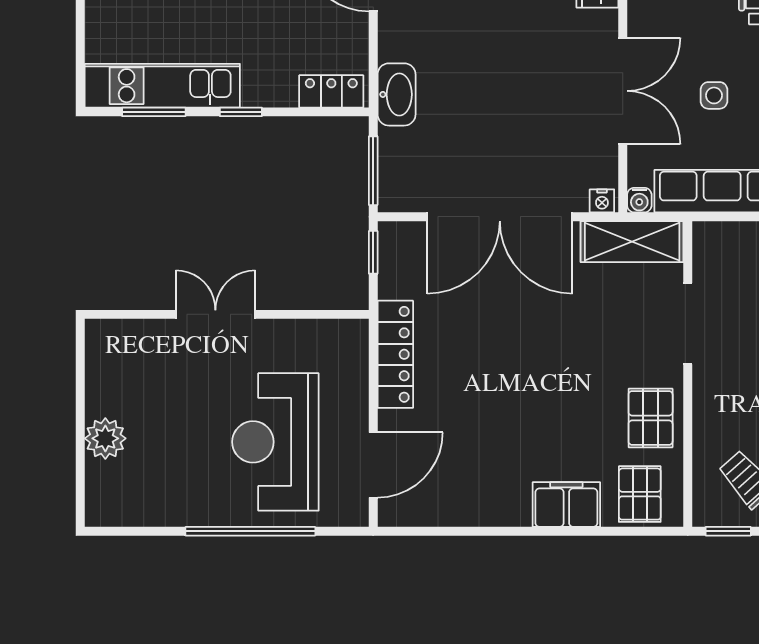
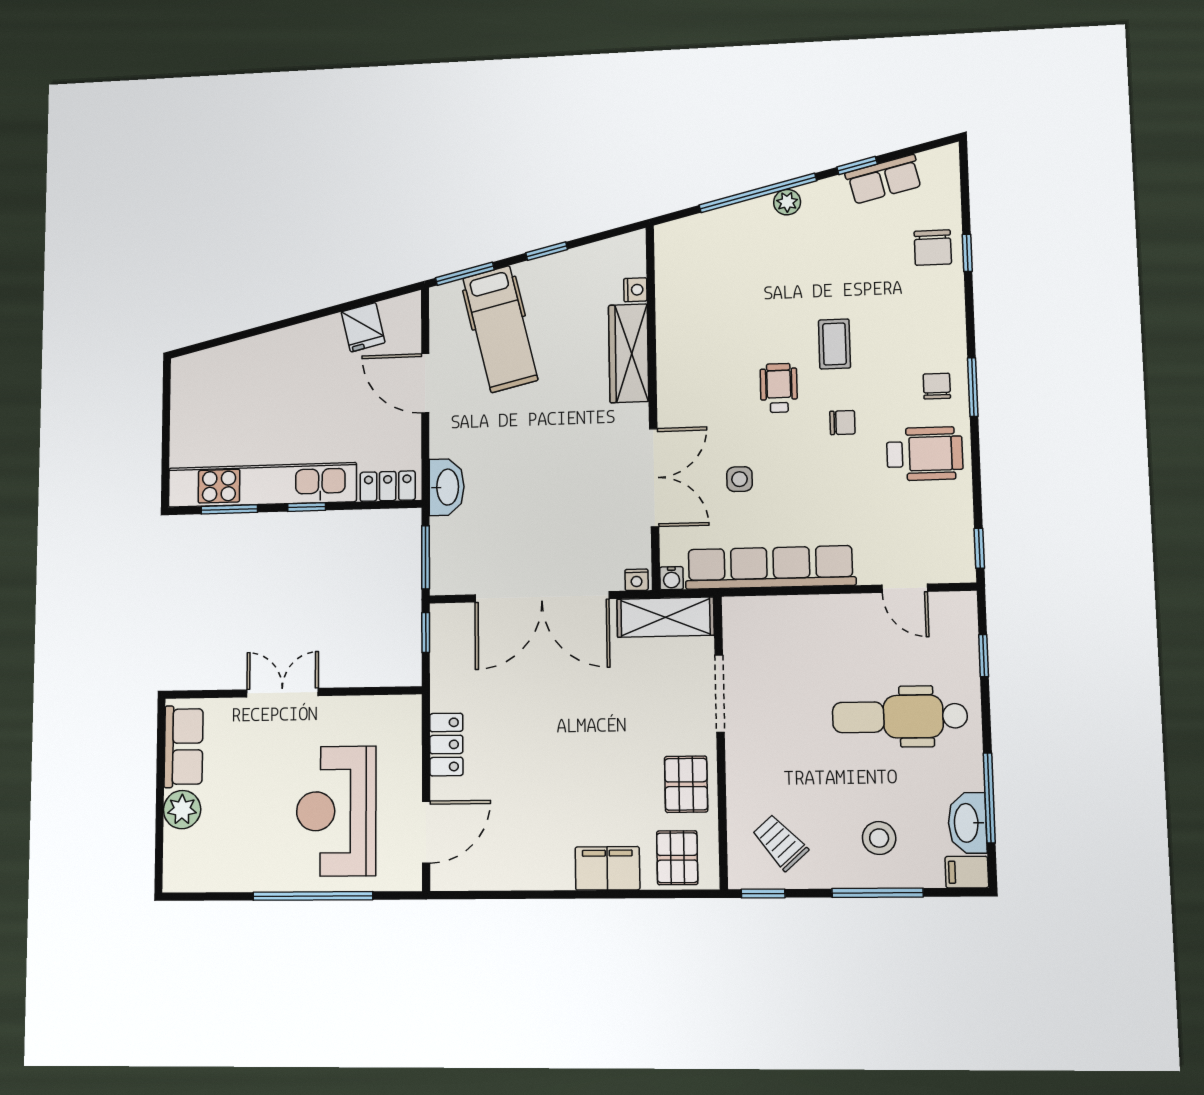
kitchen unit: (162, 86) -> (262, 485), width x1.36
locker: (395, 354) -> (446, 744), width x0.66
row of seats: (106, 371) -> (184, 747), added

